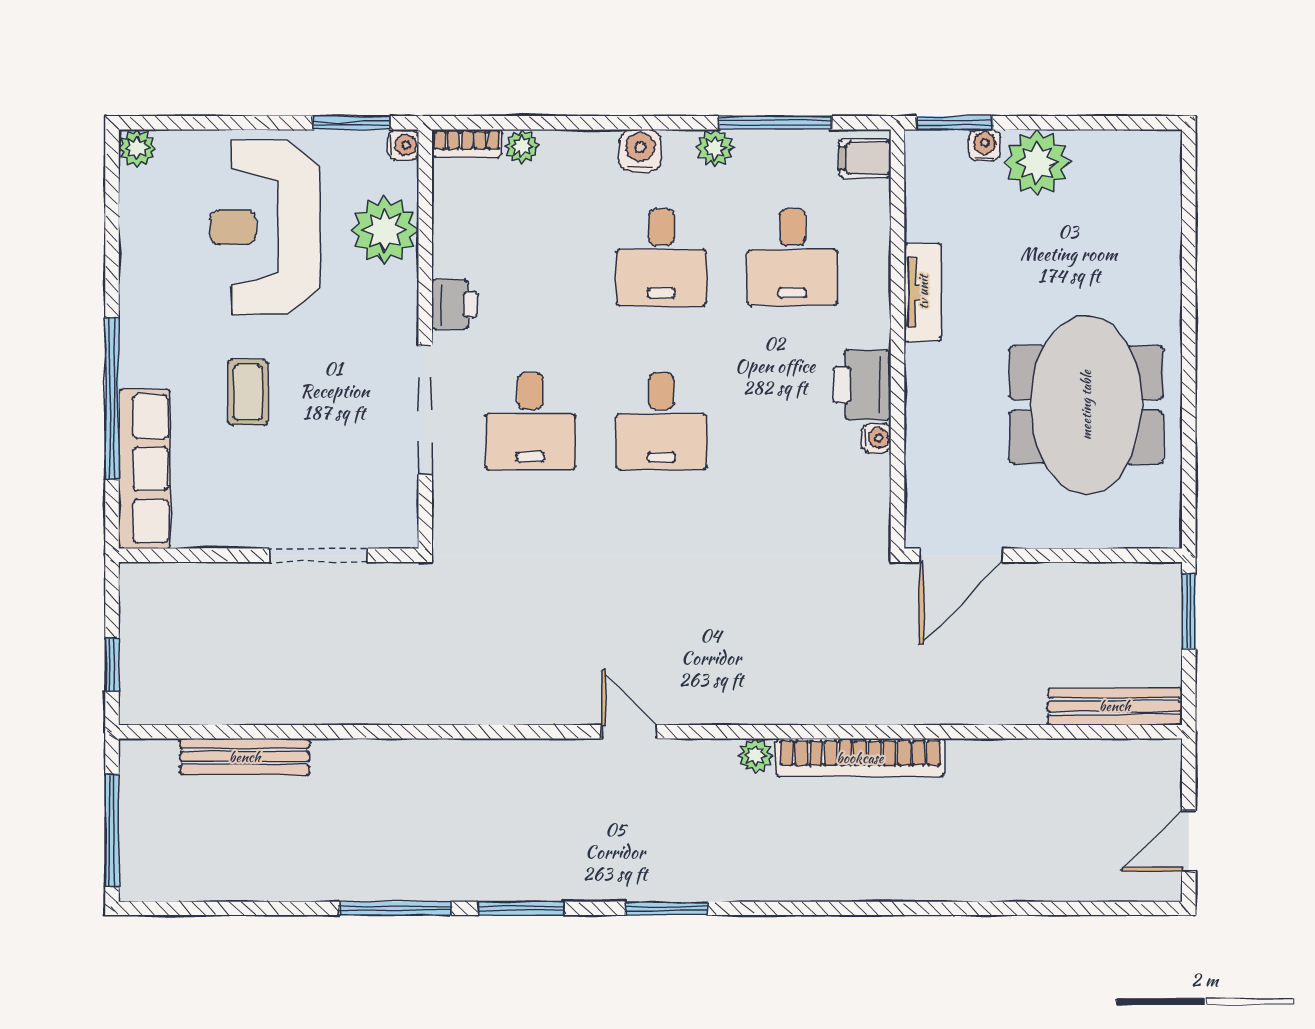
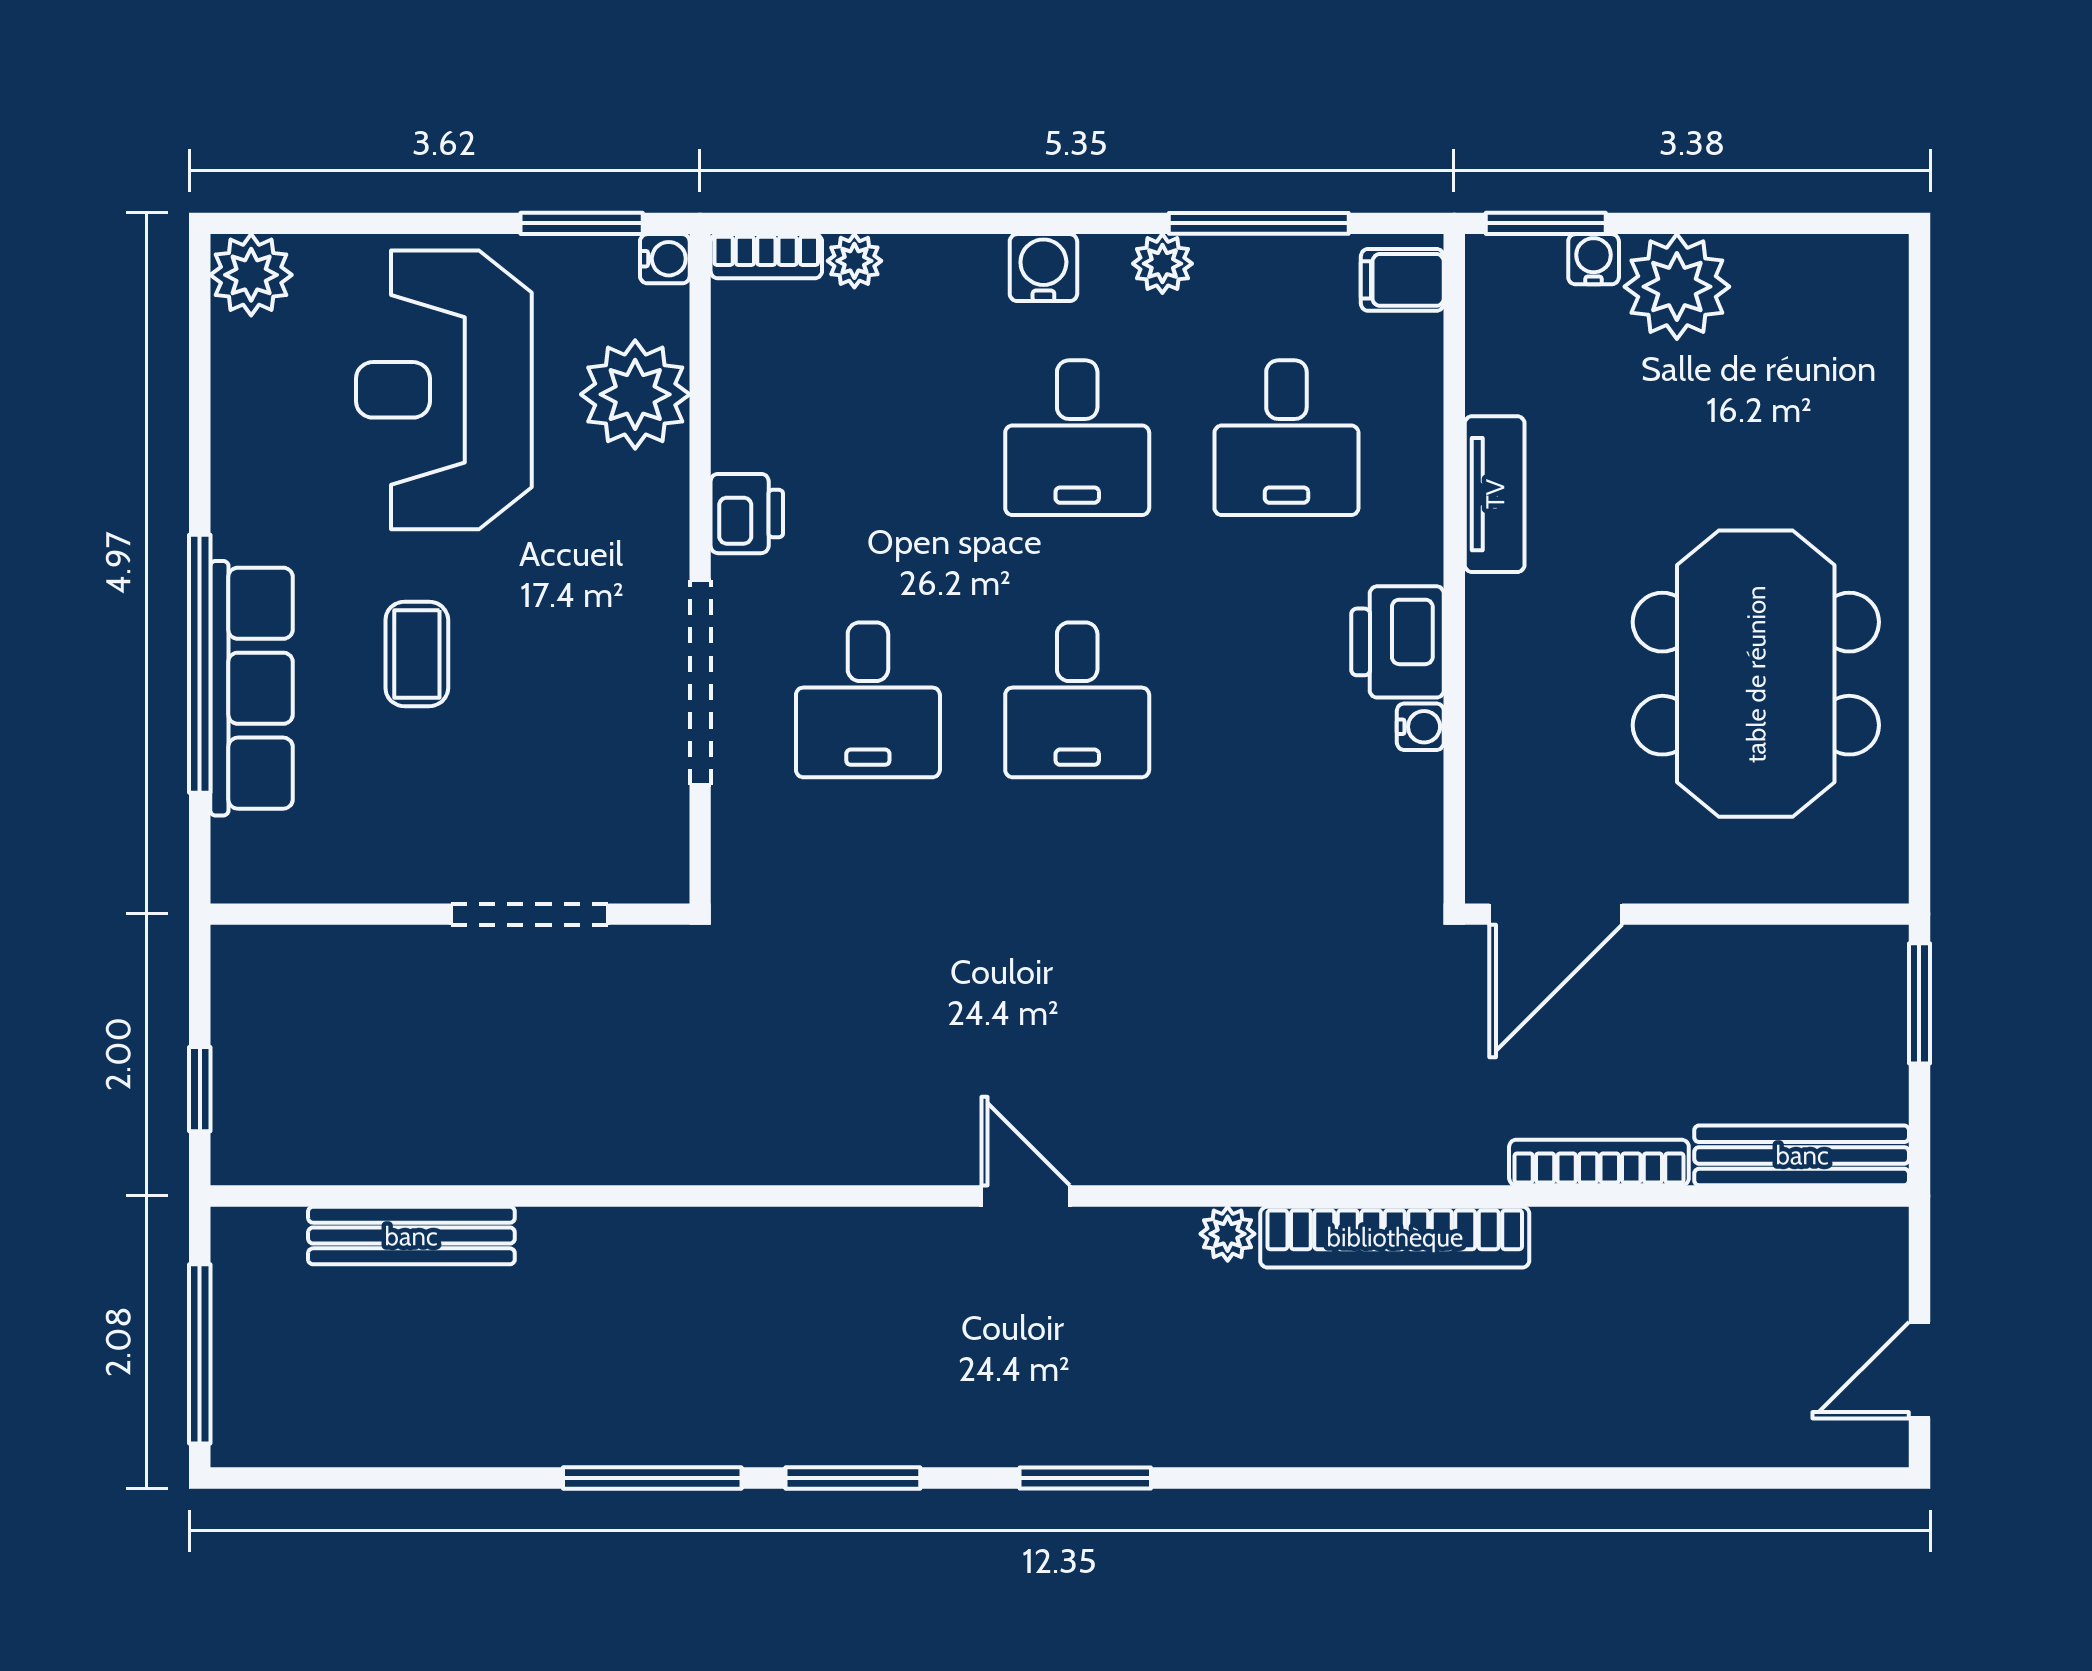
plant: (137, 148) -> (251, 275), width x1.38, depth x1.38
row of seats: (144, 469) -> (251, 688), moved
bookcase: (988, 711) -> (1599, 1163), added

